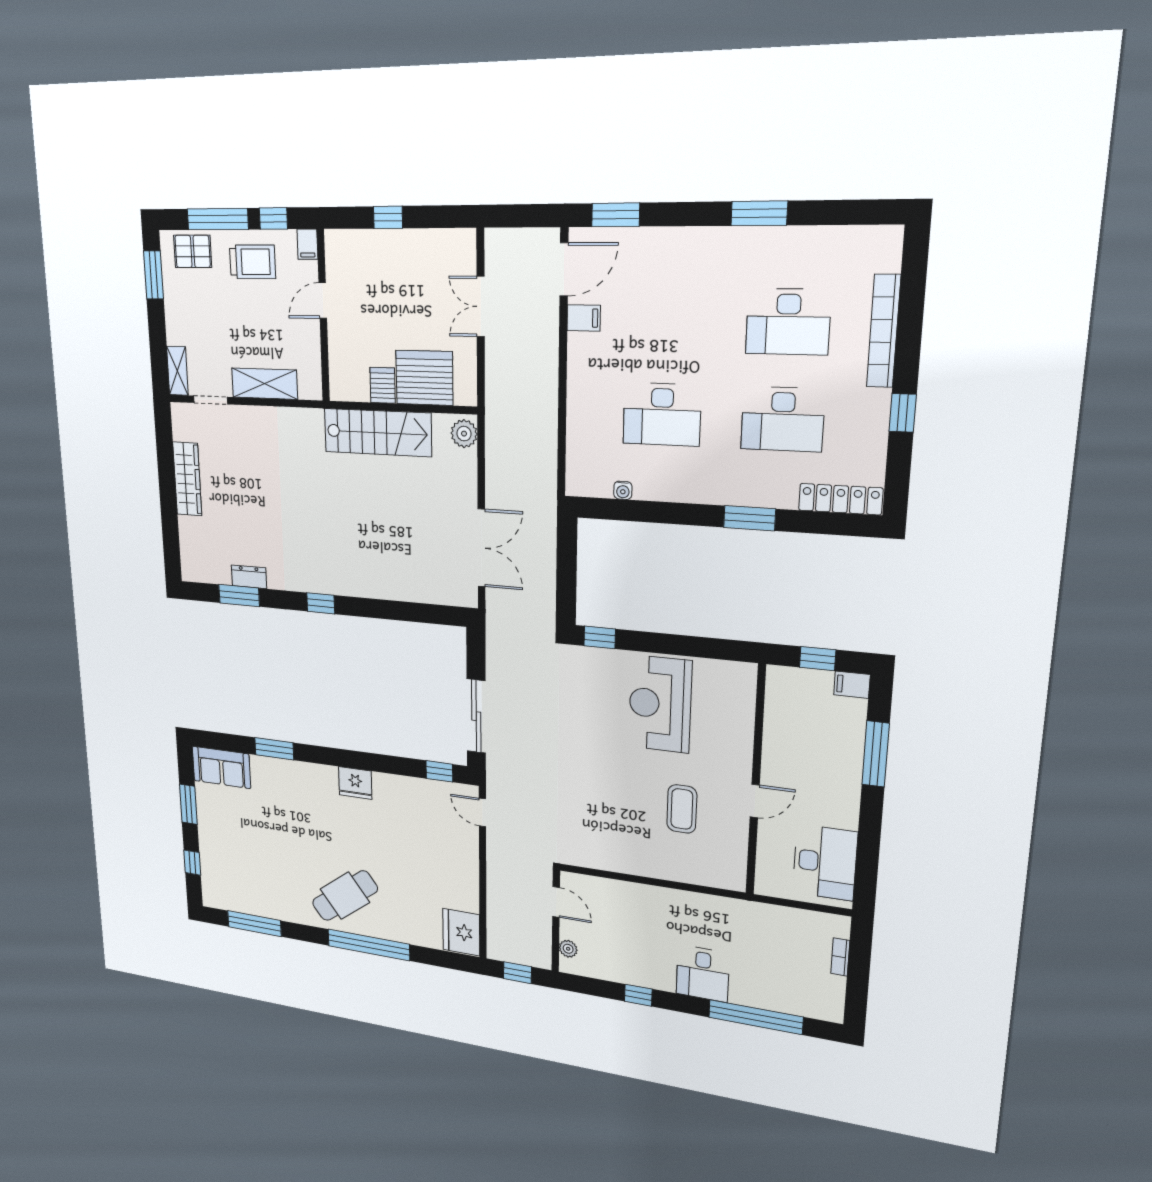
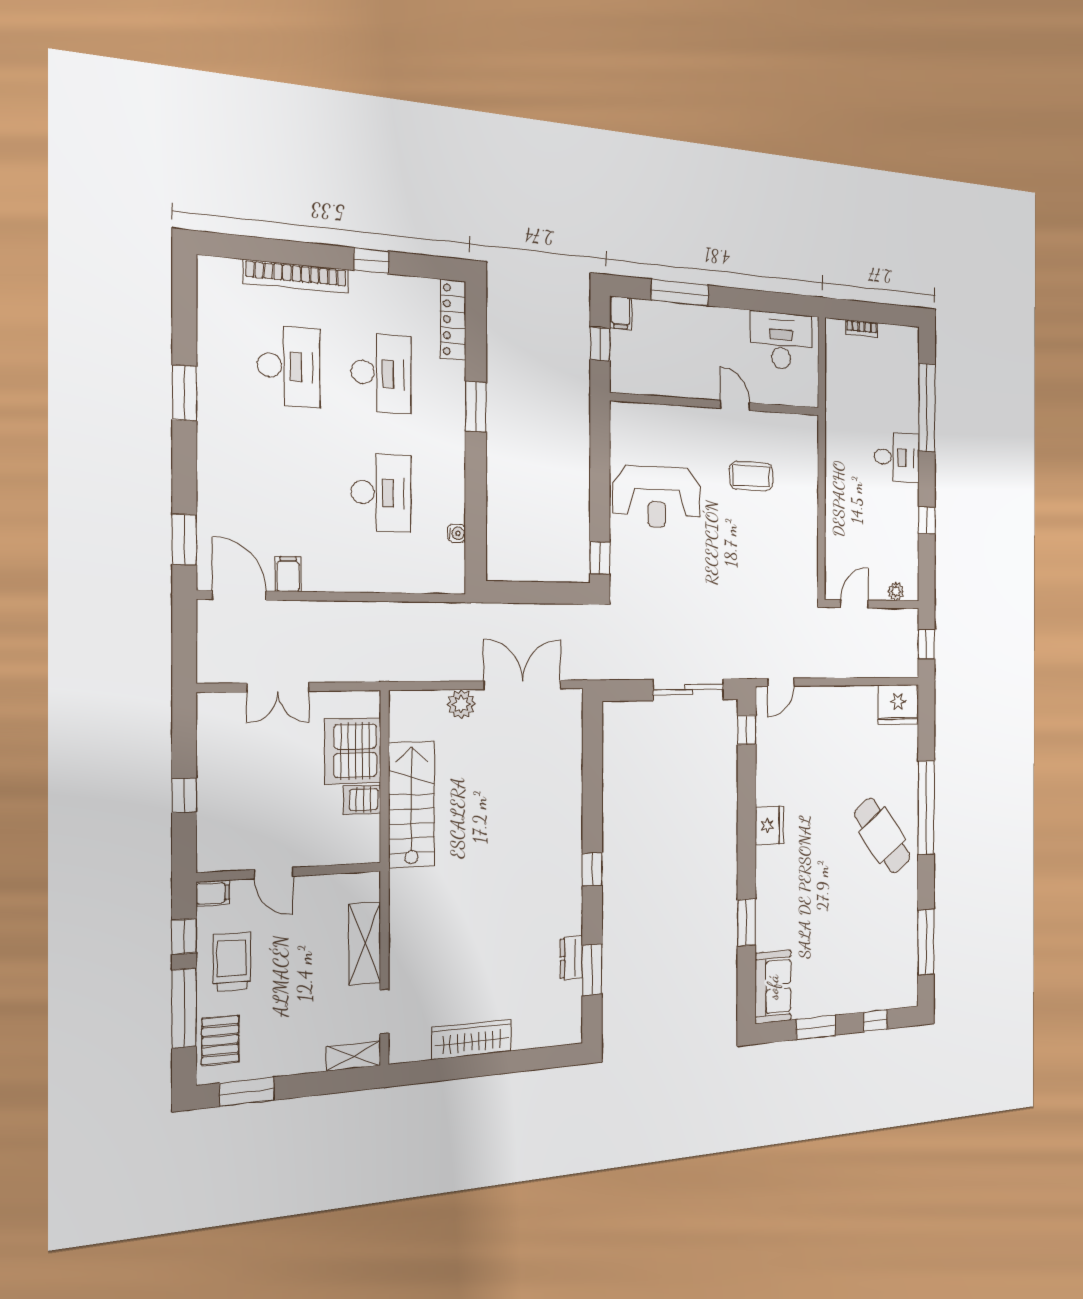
plant: (464, 434) -> (461, 704), moved

